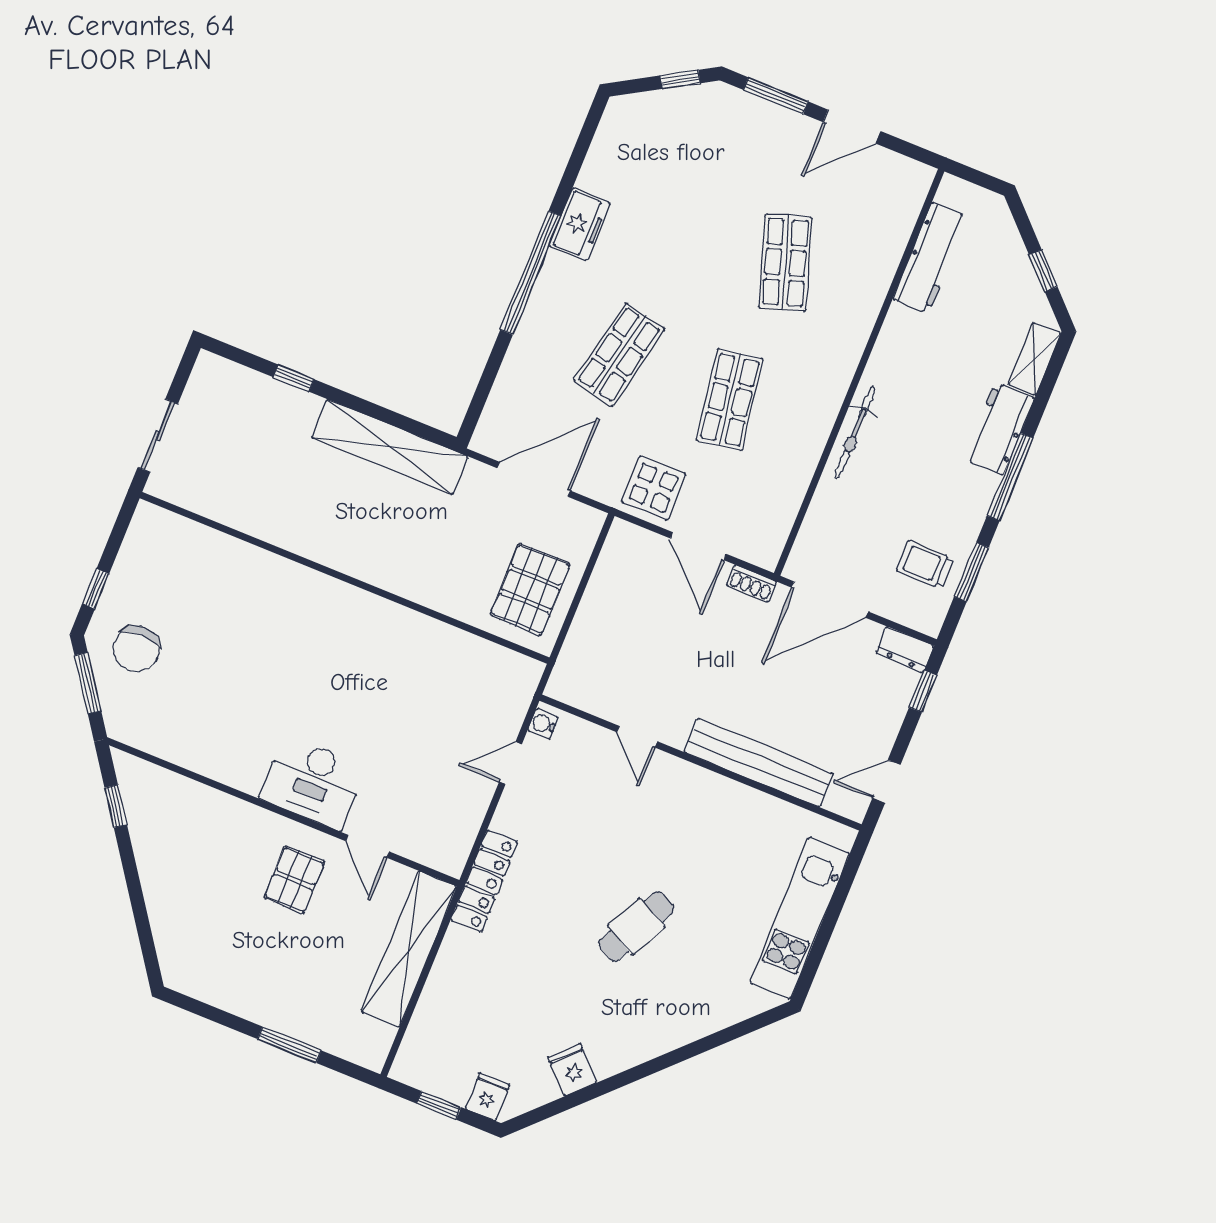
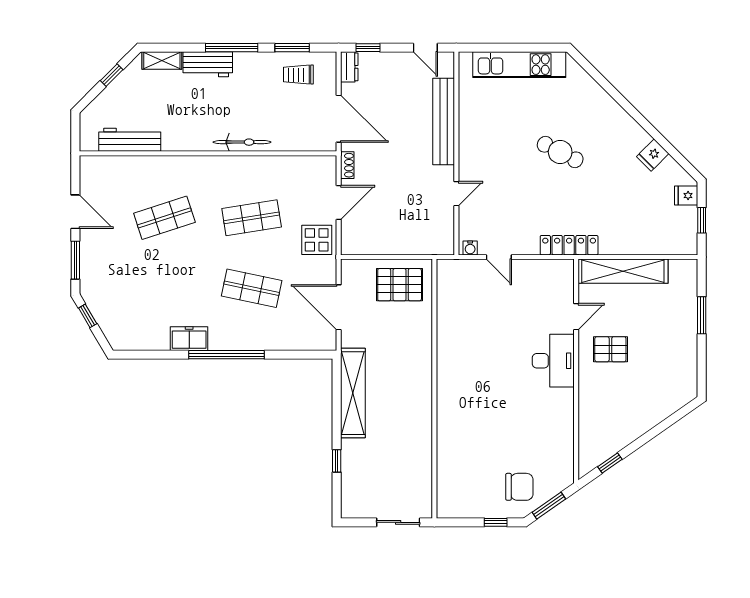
trolley: (925, 565) -> (298, 75), turned 90

